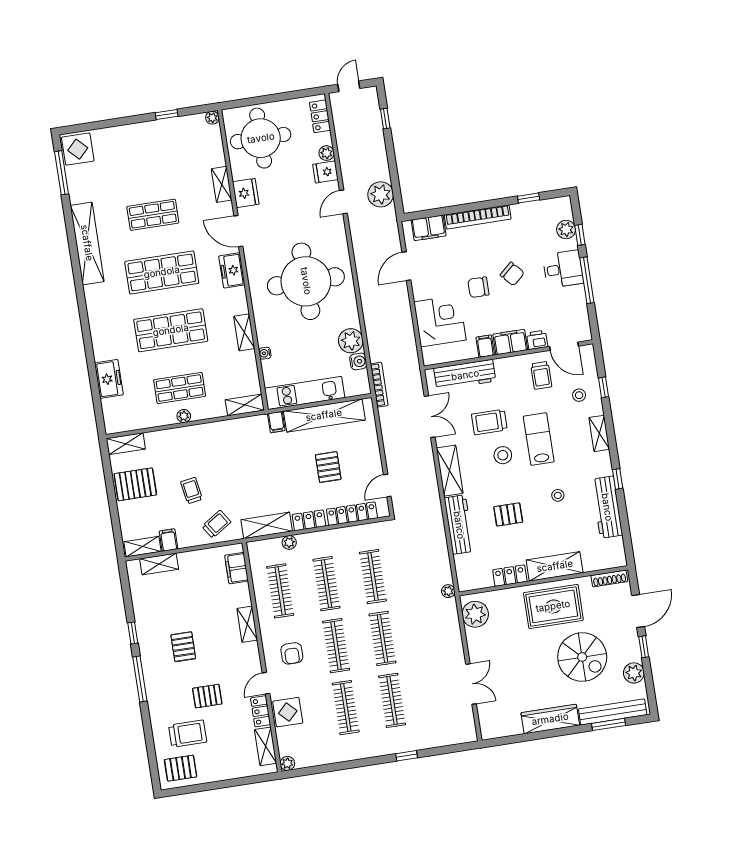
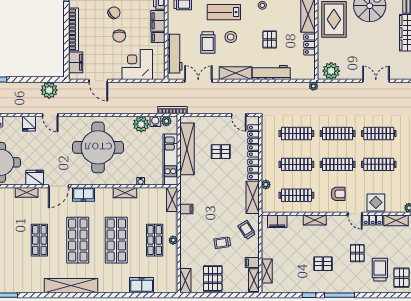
plant: (327, 153) -> (166, 121), moved
shelving: (87, 243) -> (71, 286), moved
filing cabinet: (276, 422) -> (186, 209), moved

